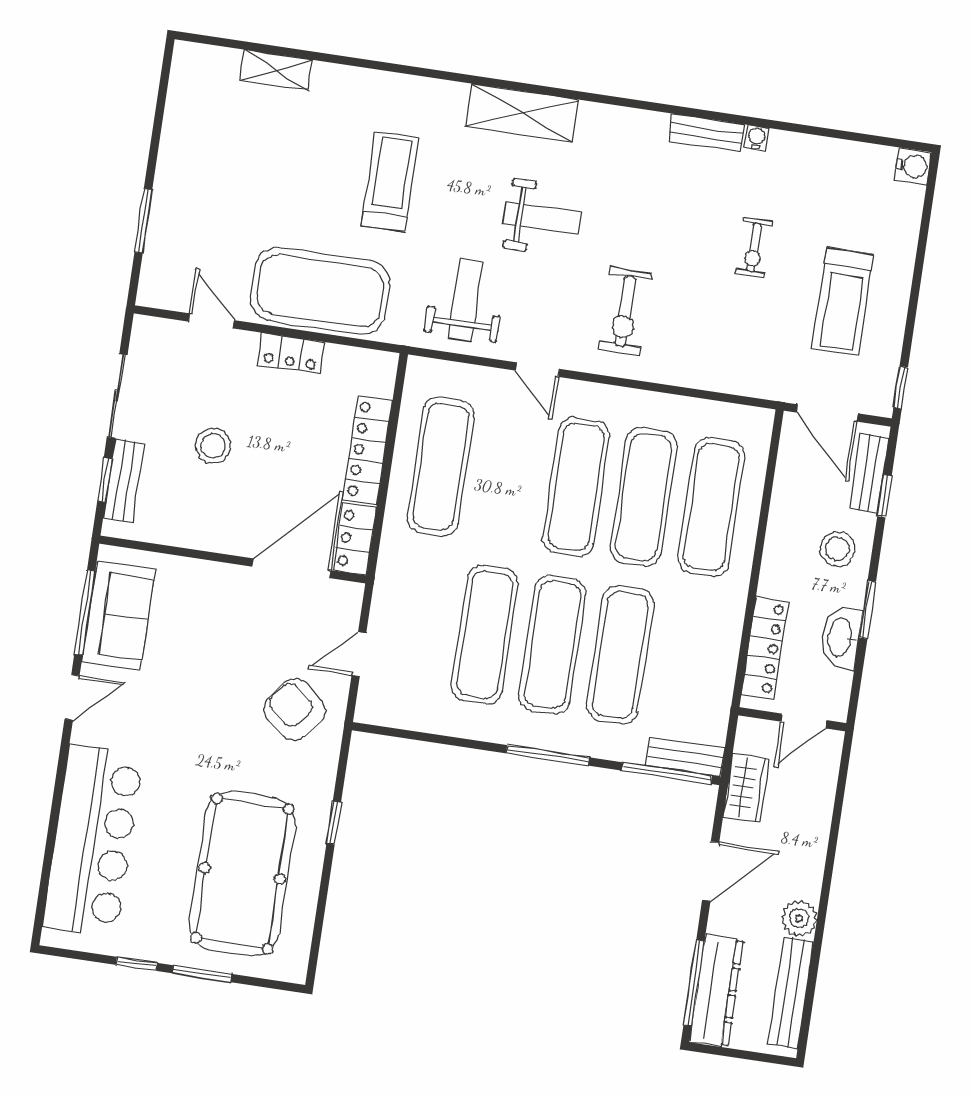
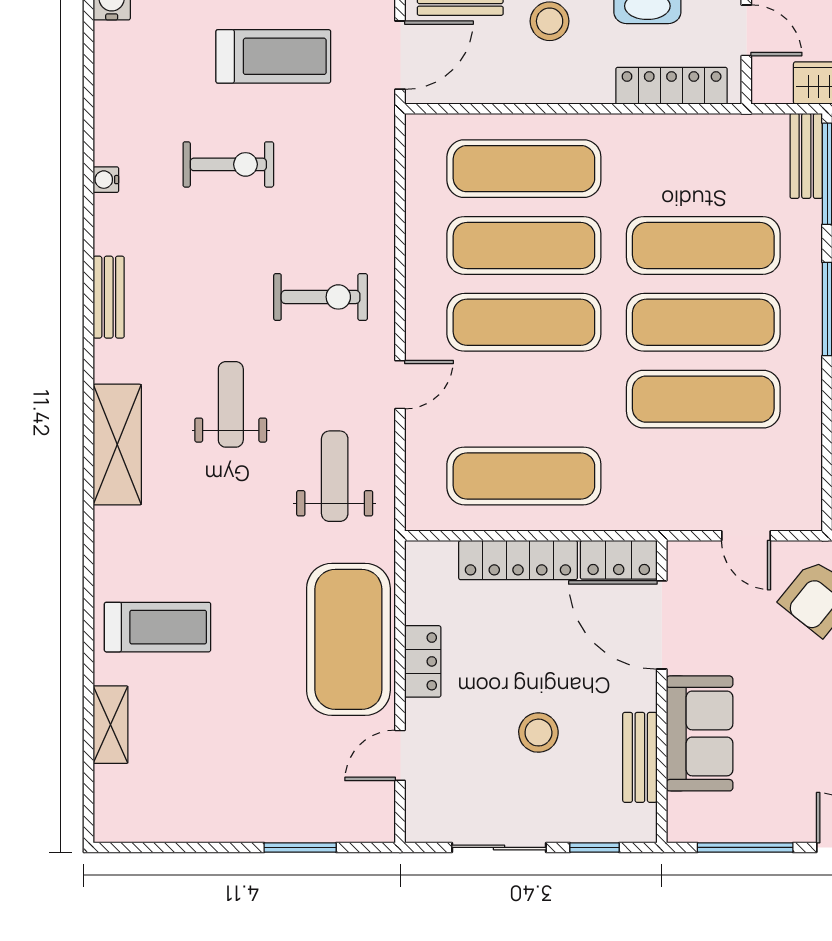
bench: (706, 133) -> (109, 297), moved
treadmill: (390, 182) -> (158, 627), moved, turned 180
exercise bike: (754, 247) -> (228, 164), width x1.38, depth x1.39
weight bench: (466, 300) -> (335, 476), turned 90
bench: (124, 481) -> (640, 757), moved, turned 90
sofa: (118, 616) -> (700, 733), moved, turned 90

